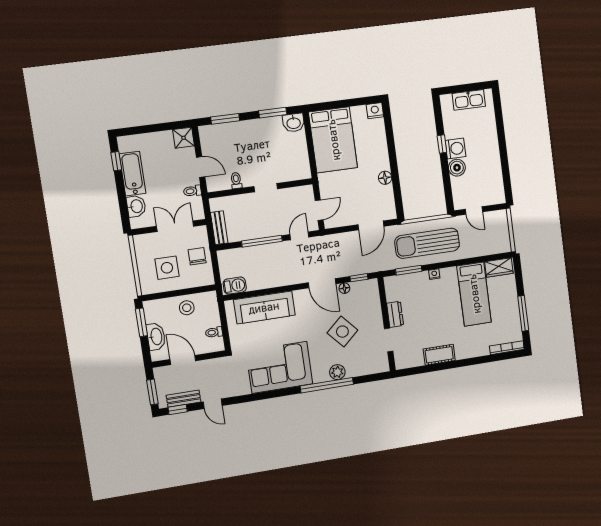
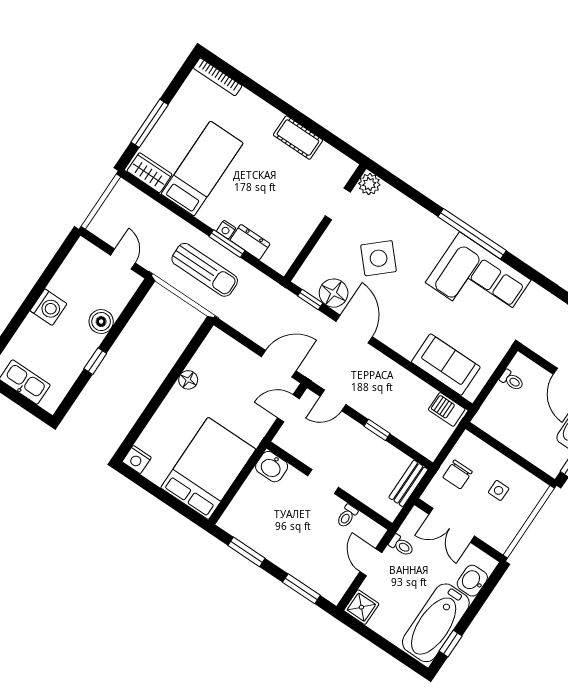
washbasin: (294, 123) -> (272, 467), moved, turned 180
washing machine: (455, 149) -> (48, 307), moved, turned 180
bathtub: (132, 174) -> (436, 623), width x1.36, depth x1.36
door: (371, 225) -> (279, 364), moved
window: (262, 241) -> (377, 430), width x0.46
sun lounger: (427, 243) -> (205, 270), width x0.73, depth x0.75
side table: (167, 268) -> (499, 490), width x0.54, depth x0.54
window: (409, 270) -> (227, 244), moved
floor lamp: (344, 288) -> (334, 293), width x1.89, depth x1.89
sofa: (264, 307) -> (446, 365), width x0.73
stool: (187, 308) -> (516, 431), removed
window: (523, 313) -> (150, 123), moved
dresser: (395, 314) -> (250, 242), moved, turned 90
plant: (337, 372) -> (369, 184), moved
window: (327, 385) -> (472, 234), moved

